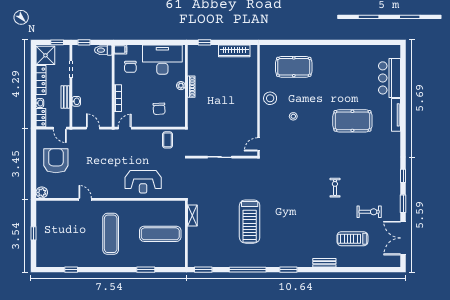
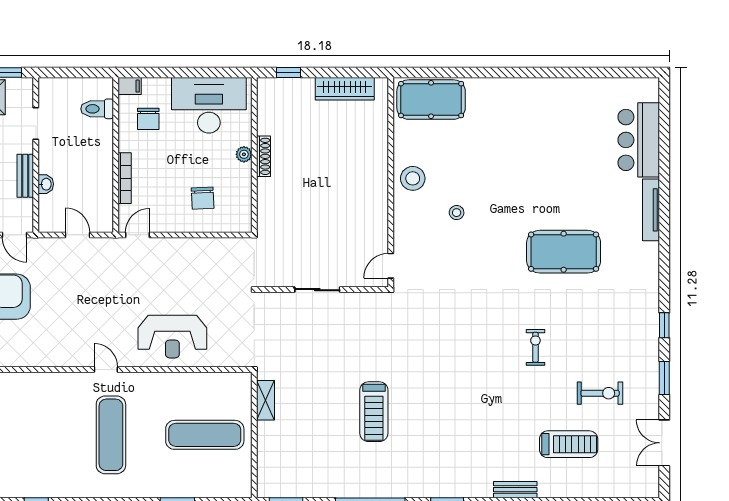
window: (84, 42) -> (60, 73), removed
toilet: (103, 50) -> (97, 109), moved
pool table: (294, 67) -> (431, 100), moved
pool table: (352, 121) -> (564, 252), moved
coffee table: (167, 140) -> (219, 257), removed
door: (85, 199) -> (106, 370), moved
treadmill: (250, 222) -> (374, 412), width x0.73, depth x0.73
double door: (403, 238) -> (664, 443), width x0.73
treadmill: (352, 239) -> (569, 444), turned 180

